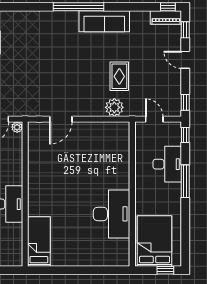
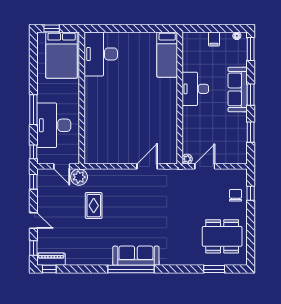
sofa: (104, 21) -> (136, 256), moved
plant: (114, 107) -> (79, 177), moved
desk: (167, 164) -> (54, 125), width x1.36, depth x1.30
desk: (112, 214) -> (101, 54), moved

